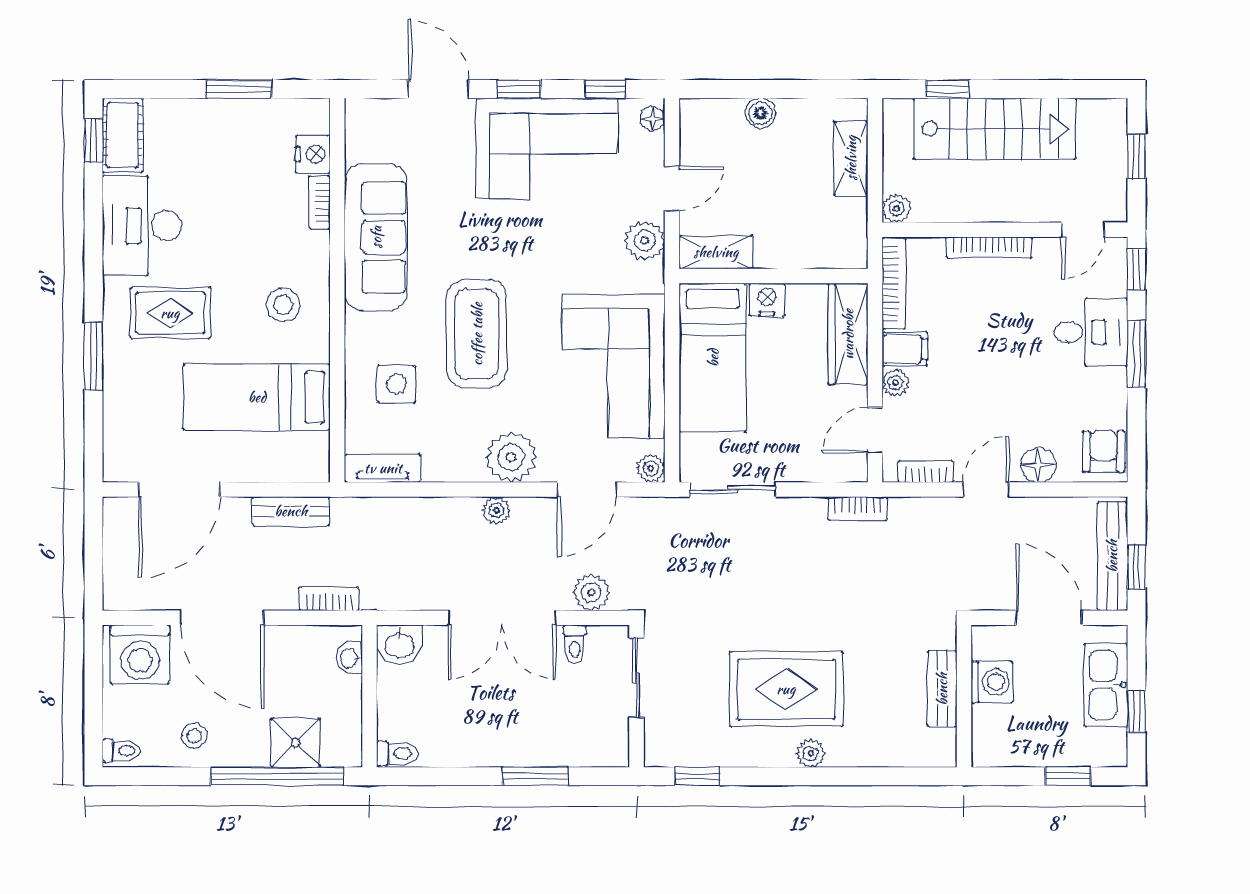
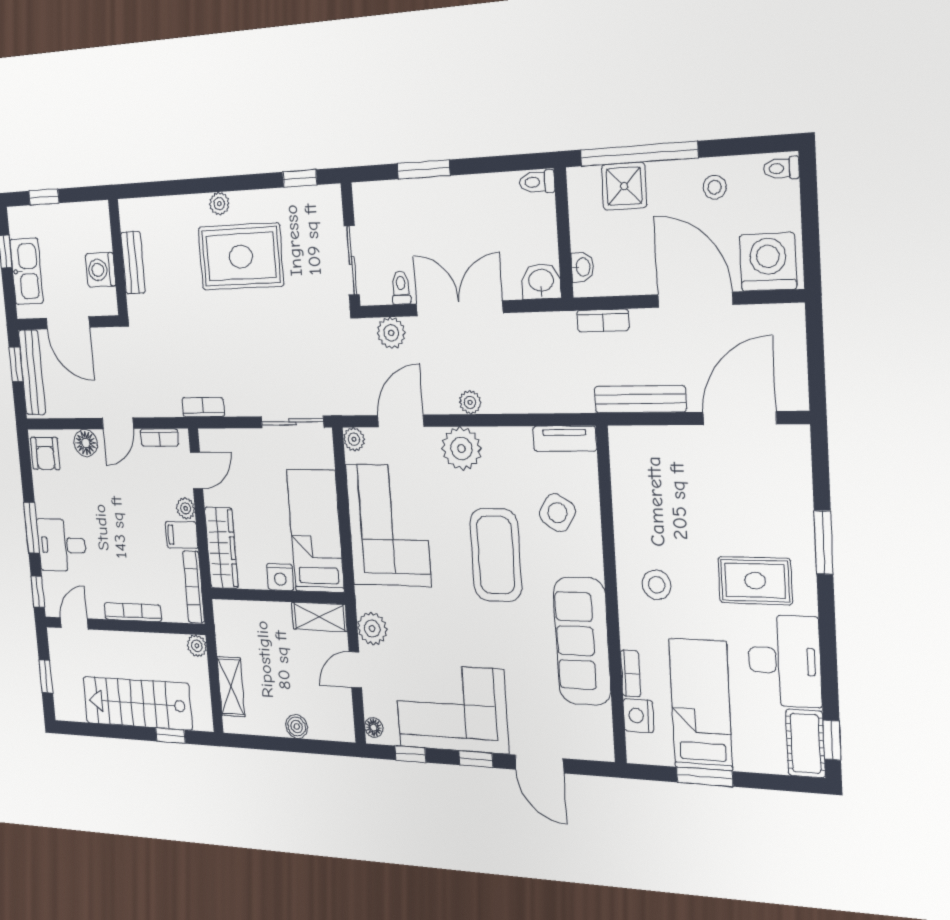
side table: (397, 384) -> (557, 513), turned 33
bed: (257, 397) -> (701, 704), moved, turned -90
bench: (291, 511) -> (640, 399), width x1.36

